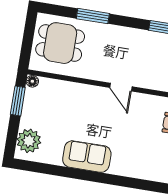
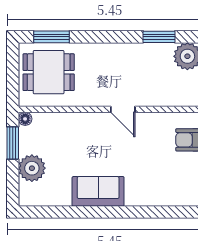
window: (93, 16) -> (52, 37), moved
plant: (29, 141) -> (32, 168), moved

